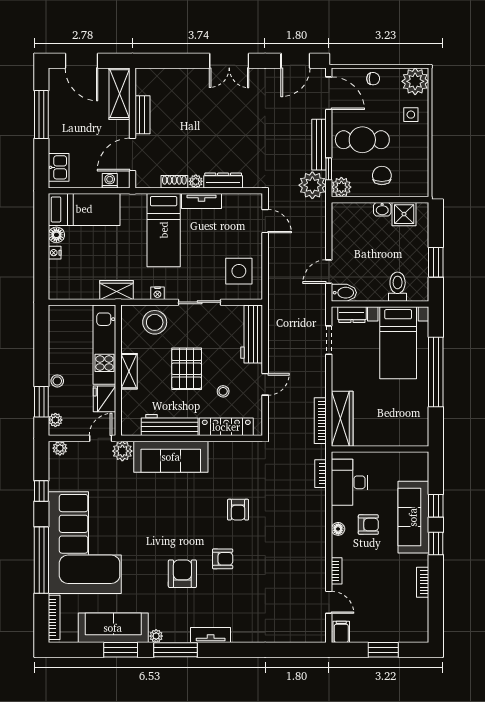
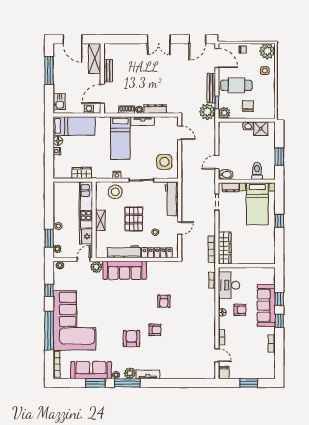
wardrobe: (117, 290) -> (82, 173), moved
window: (436, 372) -> (279, 221), width x0.32
plant: (180, 633) -> (130, 373), added

